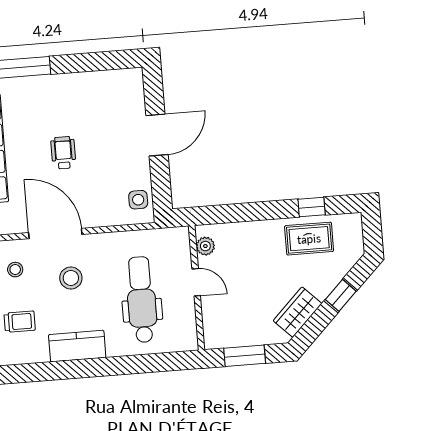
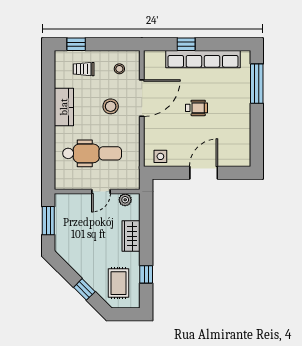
door: (157, 135) -> (204, 173), swing flipped
rug: (309, 239) -> (119, 283), moved
wardrobe: (298, 312) -> (131, 236), moved, turned -135
trolley: (20, 322) -> (84, 69), turned 90

